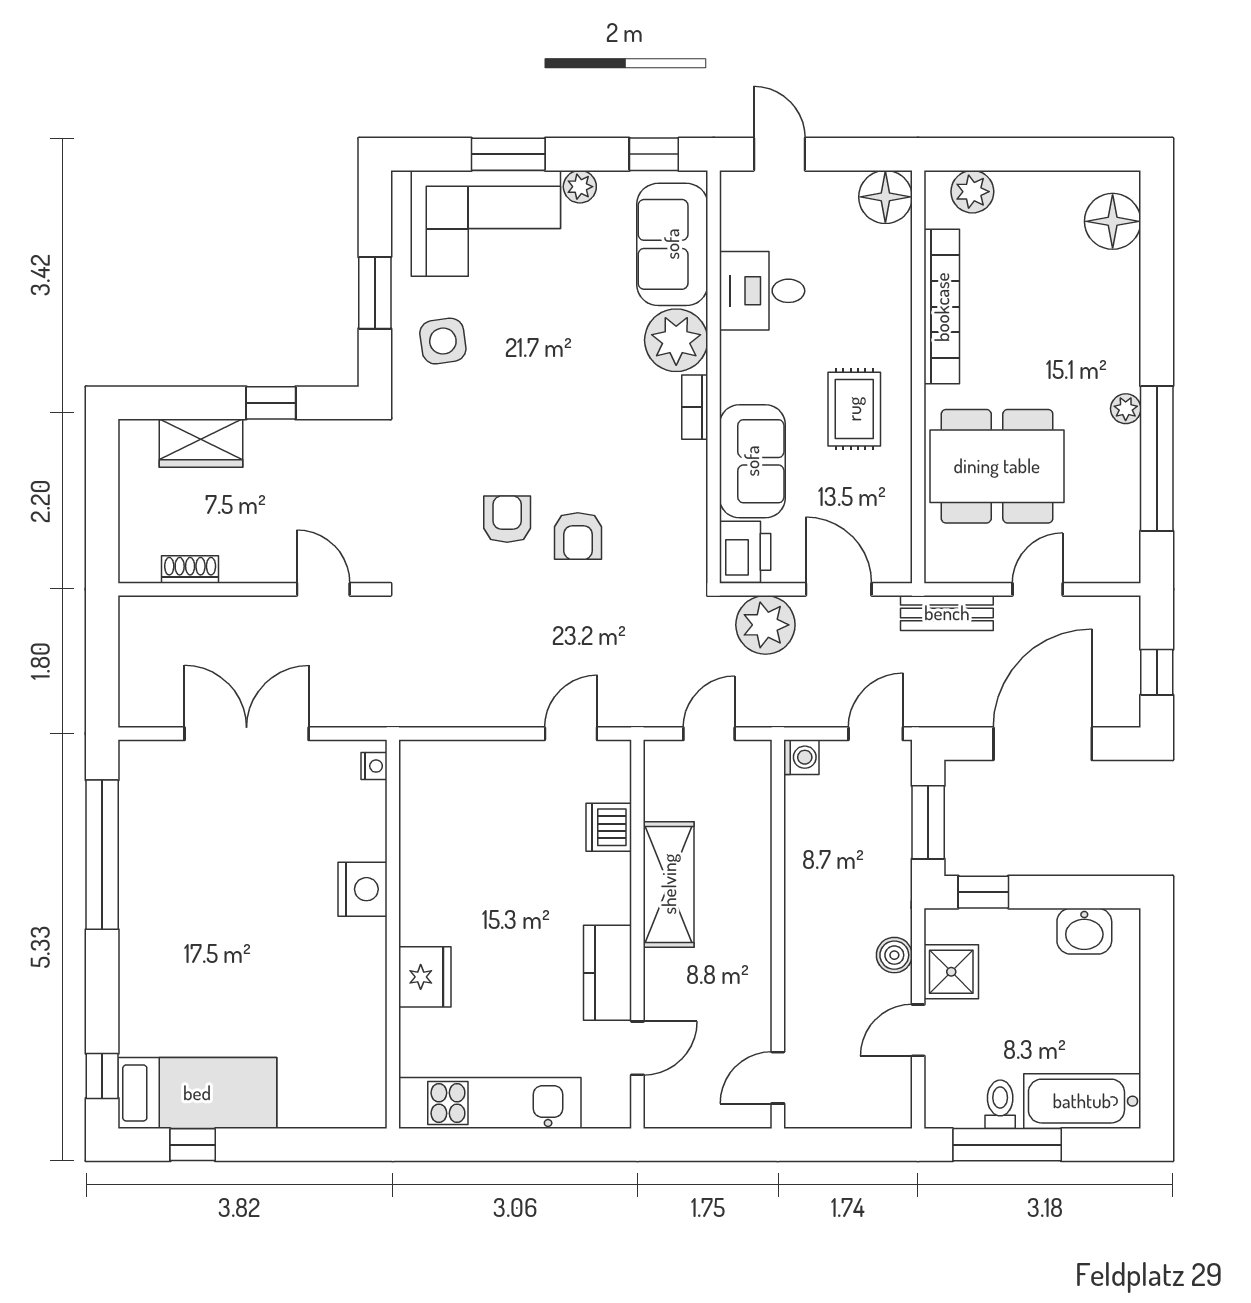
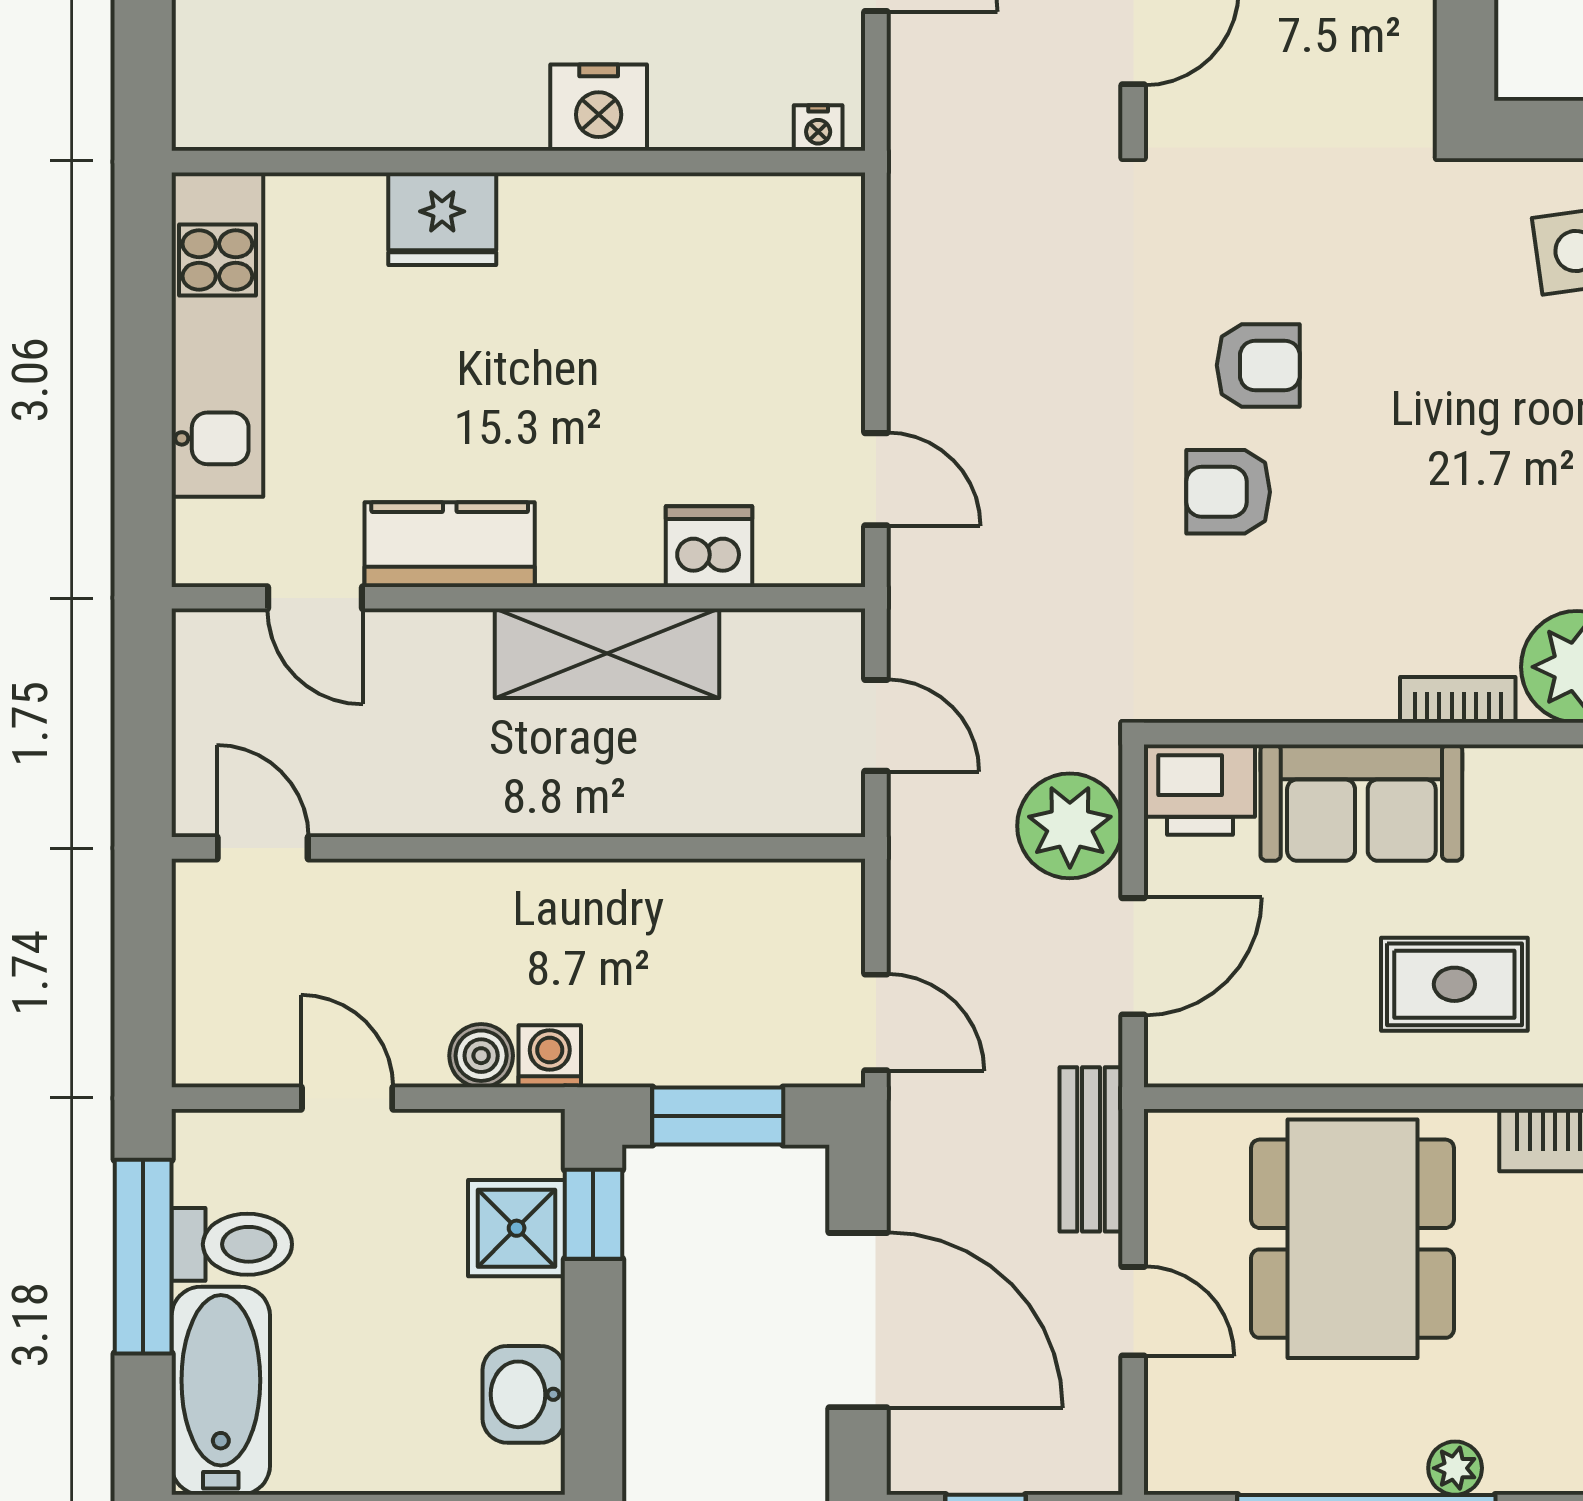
washing machine: (801, 757) -> (550, 1056), moved, turned 180
shower: (951, 972) -> (517, 1228), moved
toilet: (1000, 1104) -> (232, 1244), width x1.37, depth x1.39

